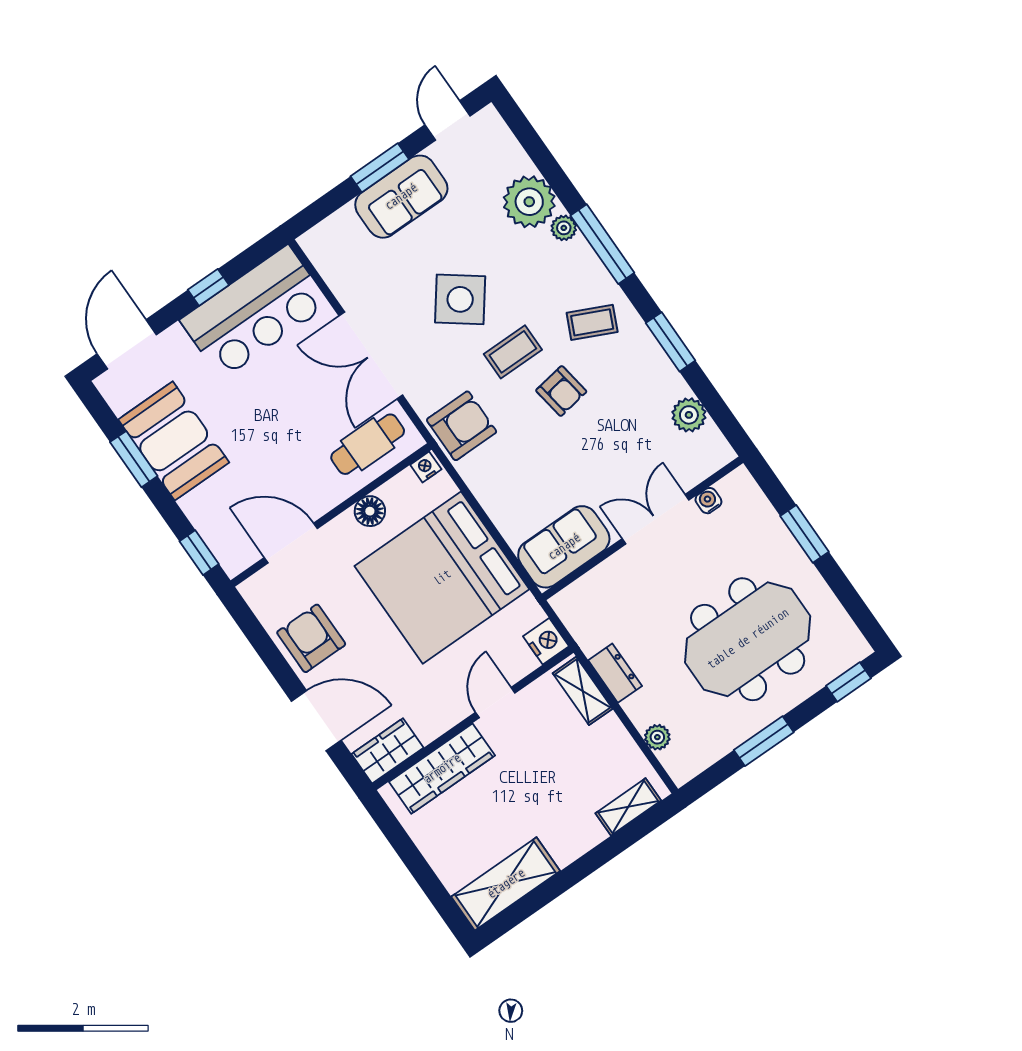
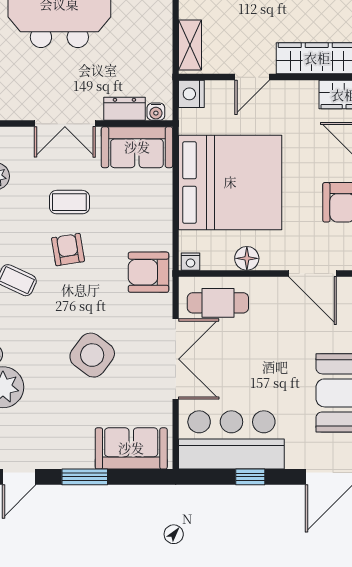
sofa: (401, 197) -> (131, 448), moved
coffee table: (513, 352) -> (69, 202), moved
water cooler: (708, 501) -> (156, 112), moved
dresser: (615, 673) -> (124, 109), moved, turned 90

